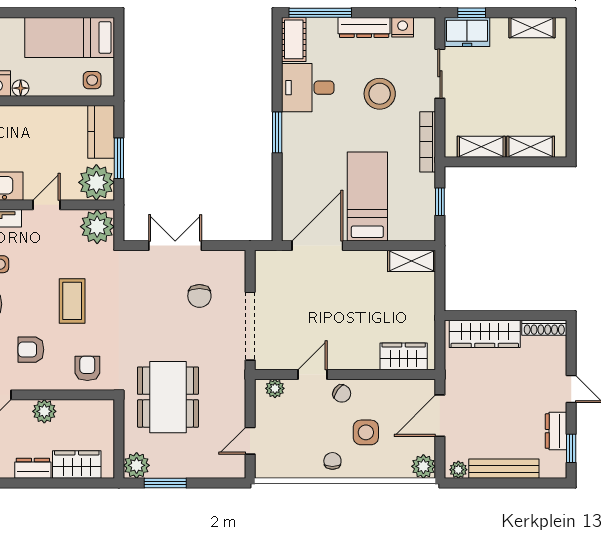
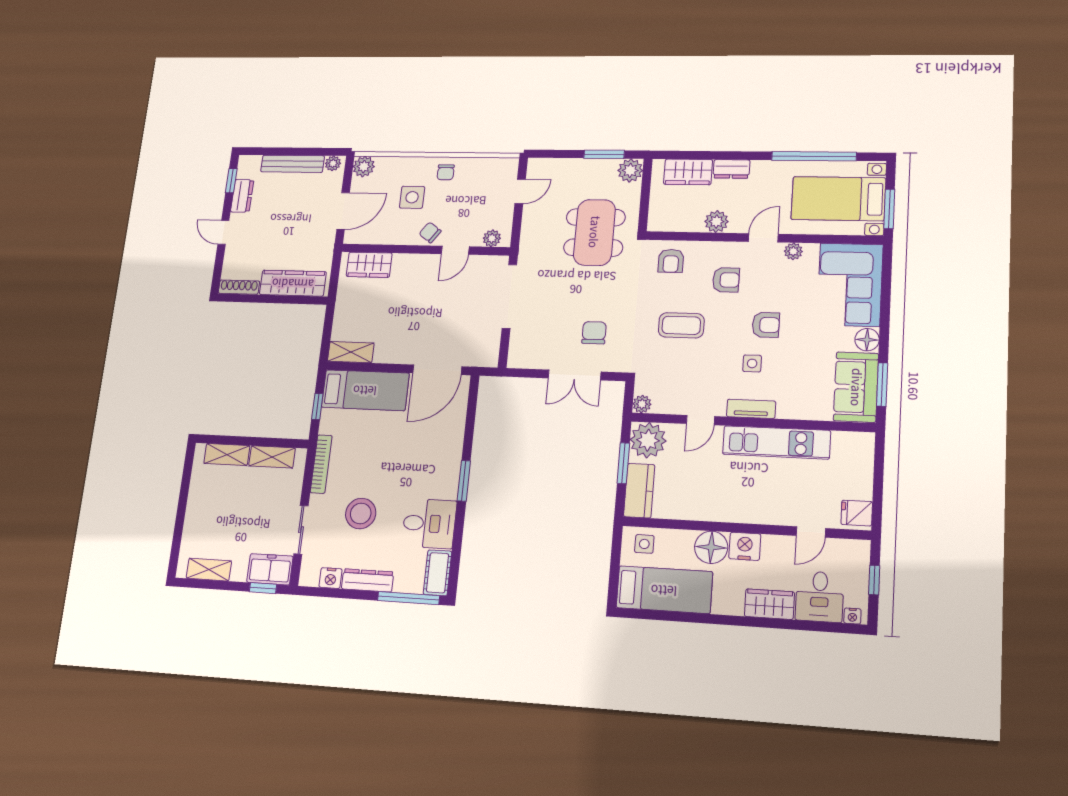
floor lamp: (21, 88) -> (711, 547), width x1.89, depth x1.89
bed: (367, 197) -> (365, 390), moved, turned -90
plant: (97, 227) -> (642, 404), width x0.53, depth x0.53
chair: (199, 296) -> (594, 333), moved
coffee table: (72, 301) -> (681, 325), turned 90

